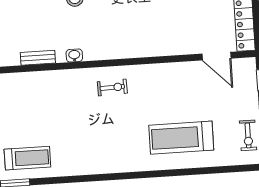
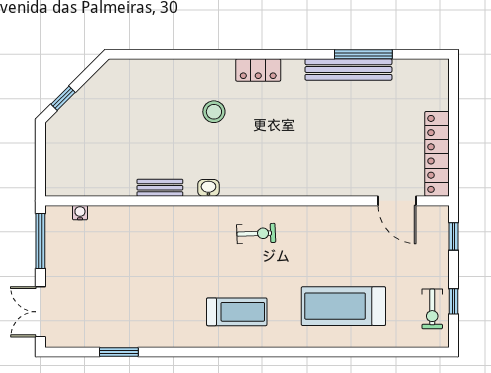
treadmill: (27, 158) -> (237, 312), moved

